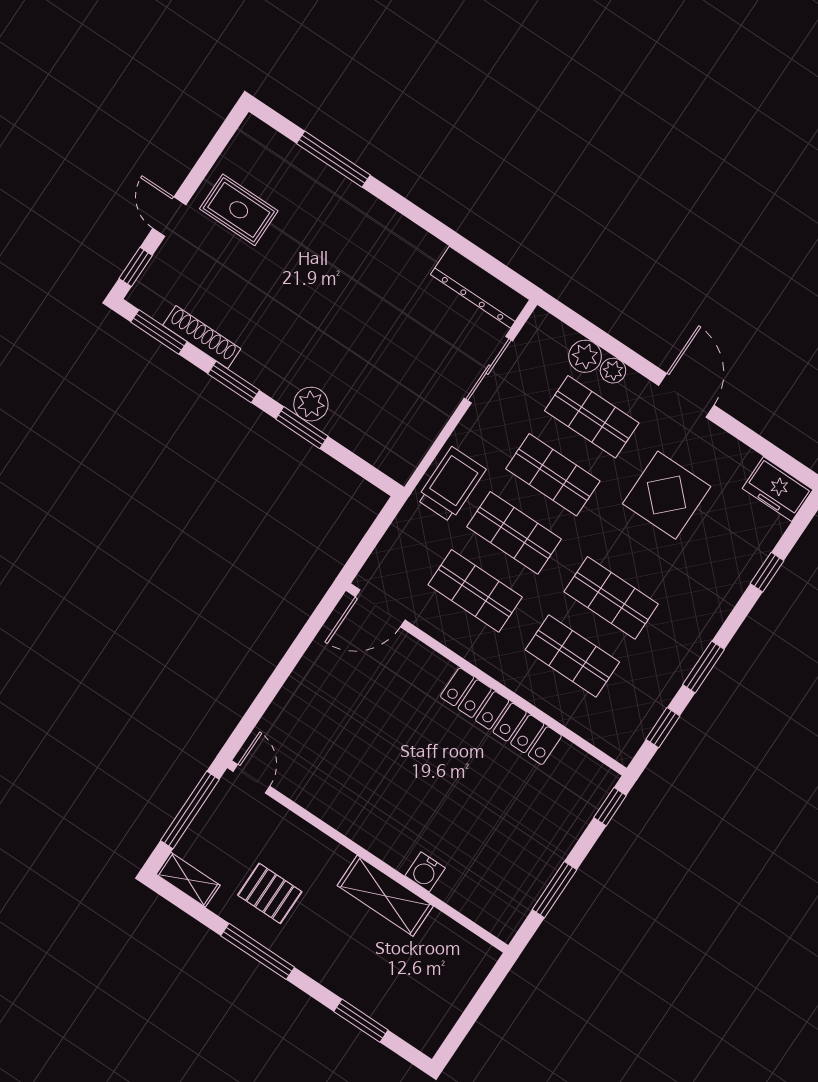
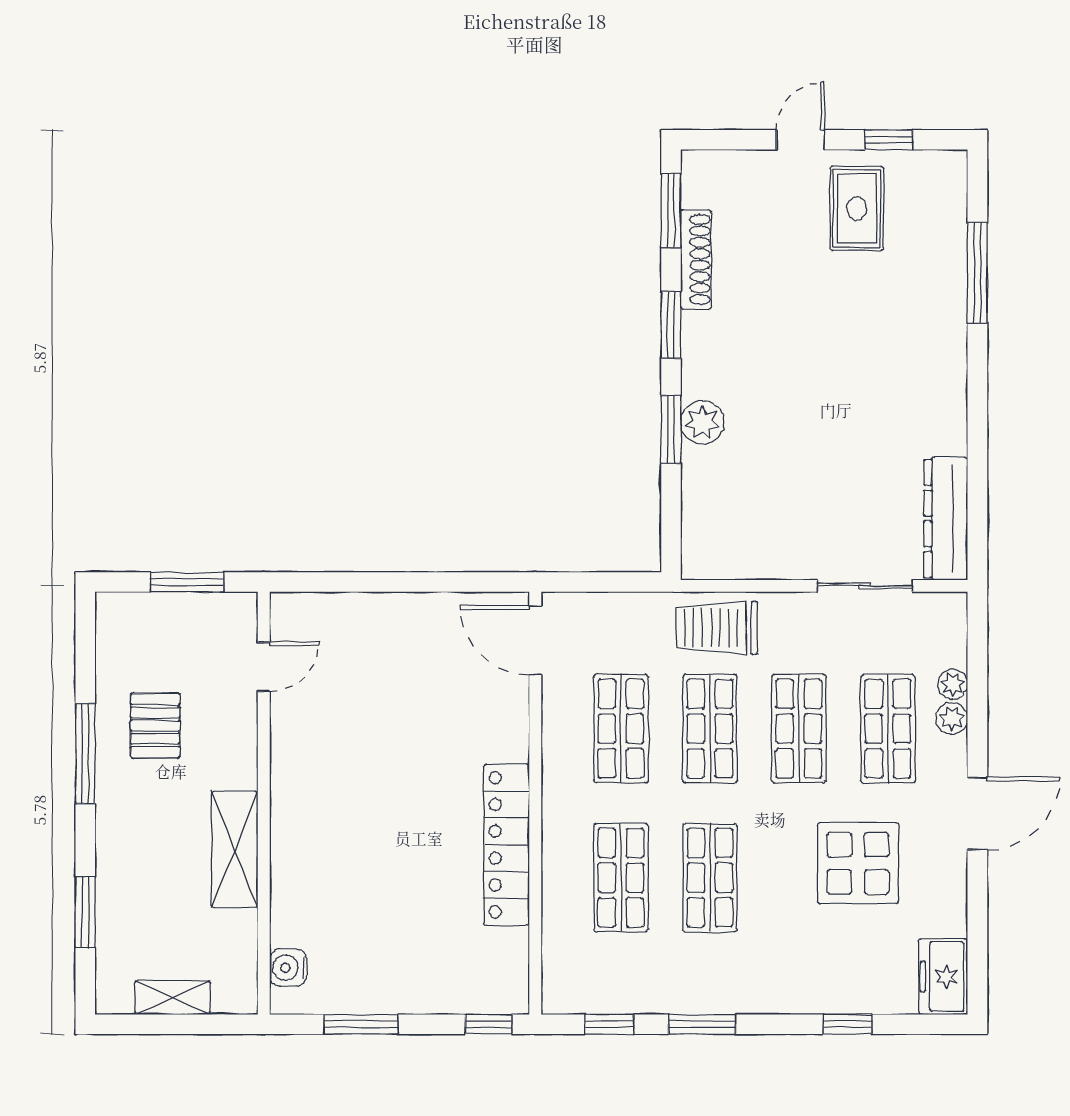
window: (136, 267) -> (889, 140), moved
plant: (585, 356) -> (953, 684), width x0.73, depth x0.73
trolley: (451, 484) -> (717, 628), turned 180
door: (252, 779) -> (264, 667), moved
window: (190, 810) -> (187, 582), width x0.69
water cooler: (425, 872) -> (288, 968), moved
shelving: (188, 880) -> (173, 998), moved, turned 90

